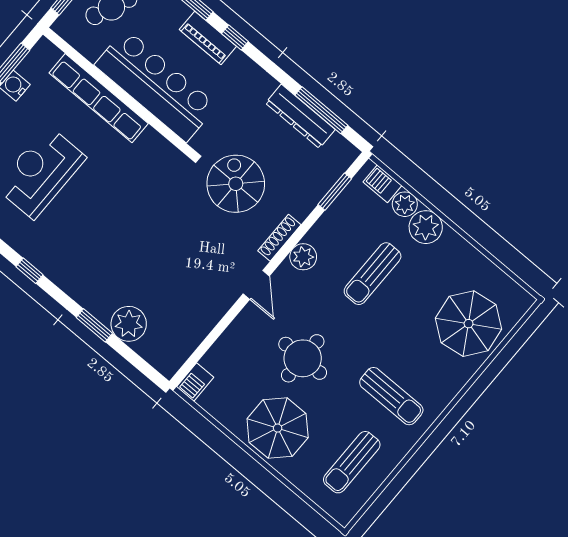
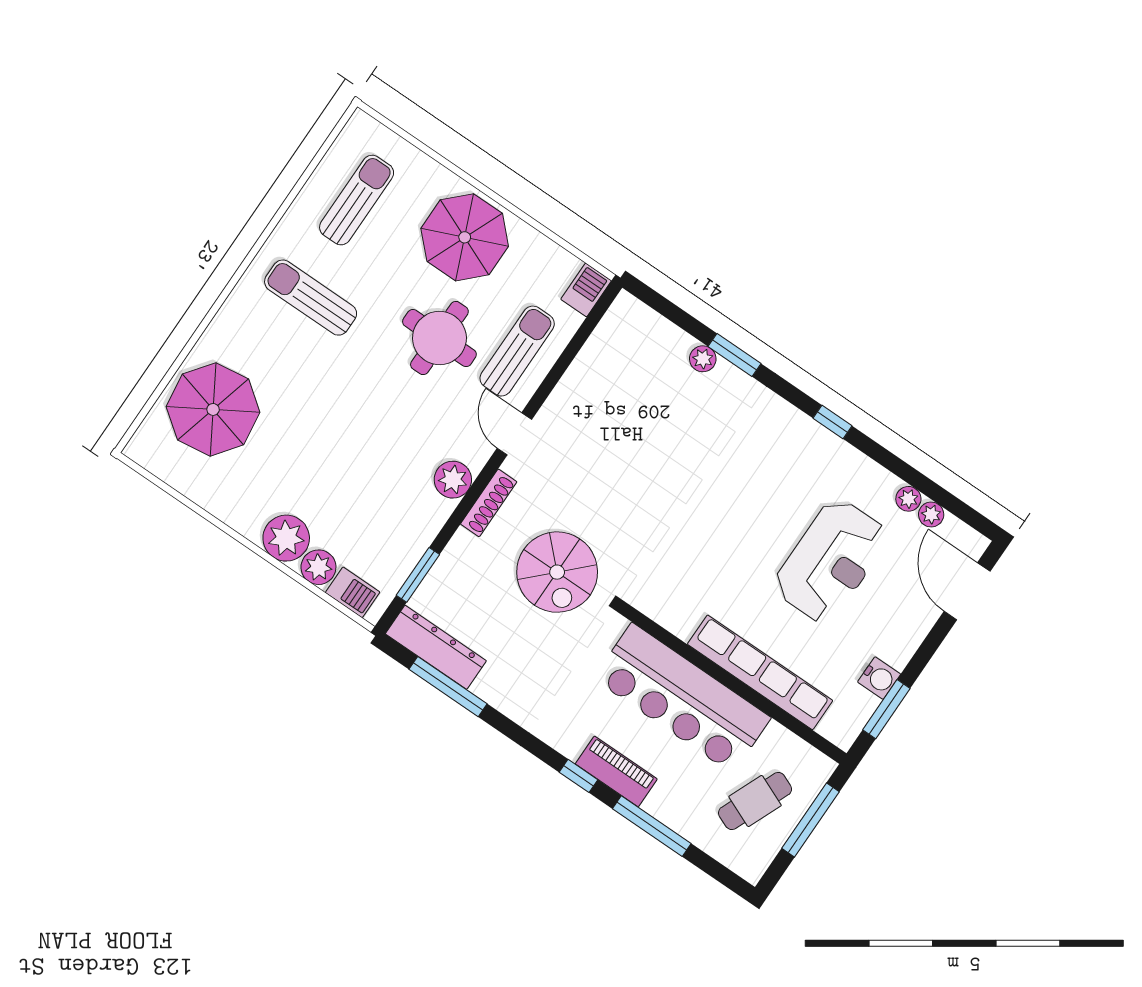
dresser: (300, 116) -> (436, 647), moved
sun lounger: (373, 274) -> (517, 351), moved
plant: (129, 324) -> (703, 359), width x0.53, depth x0.53

